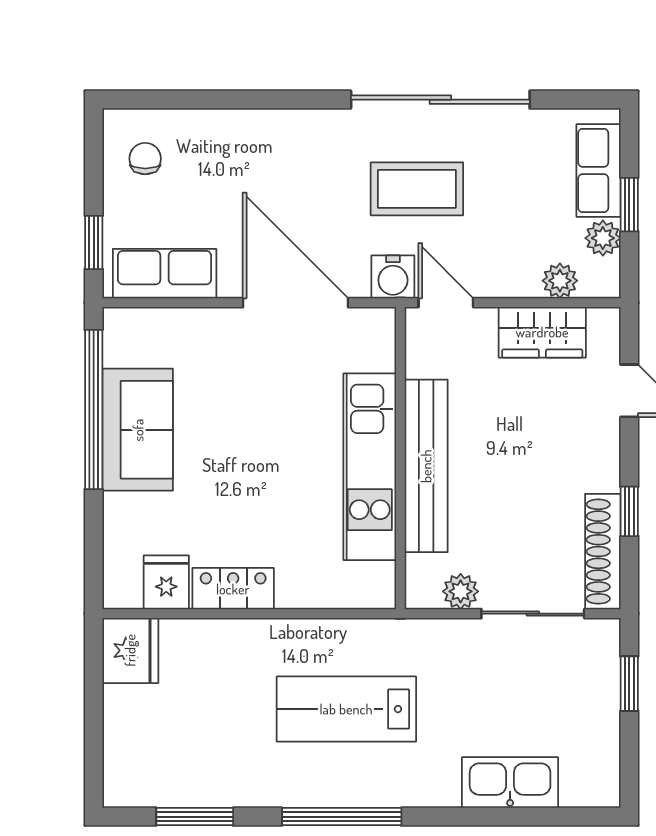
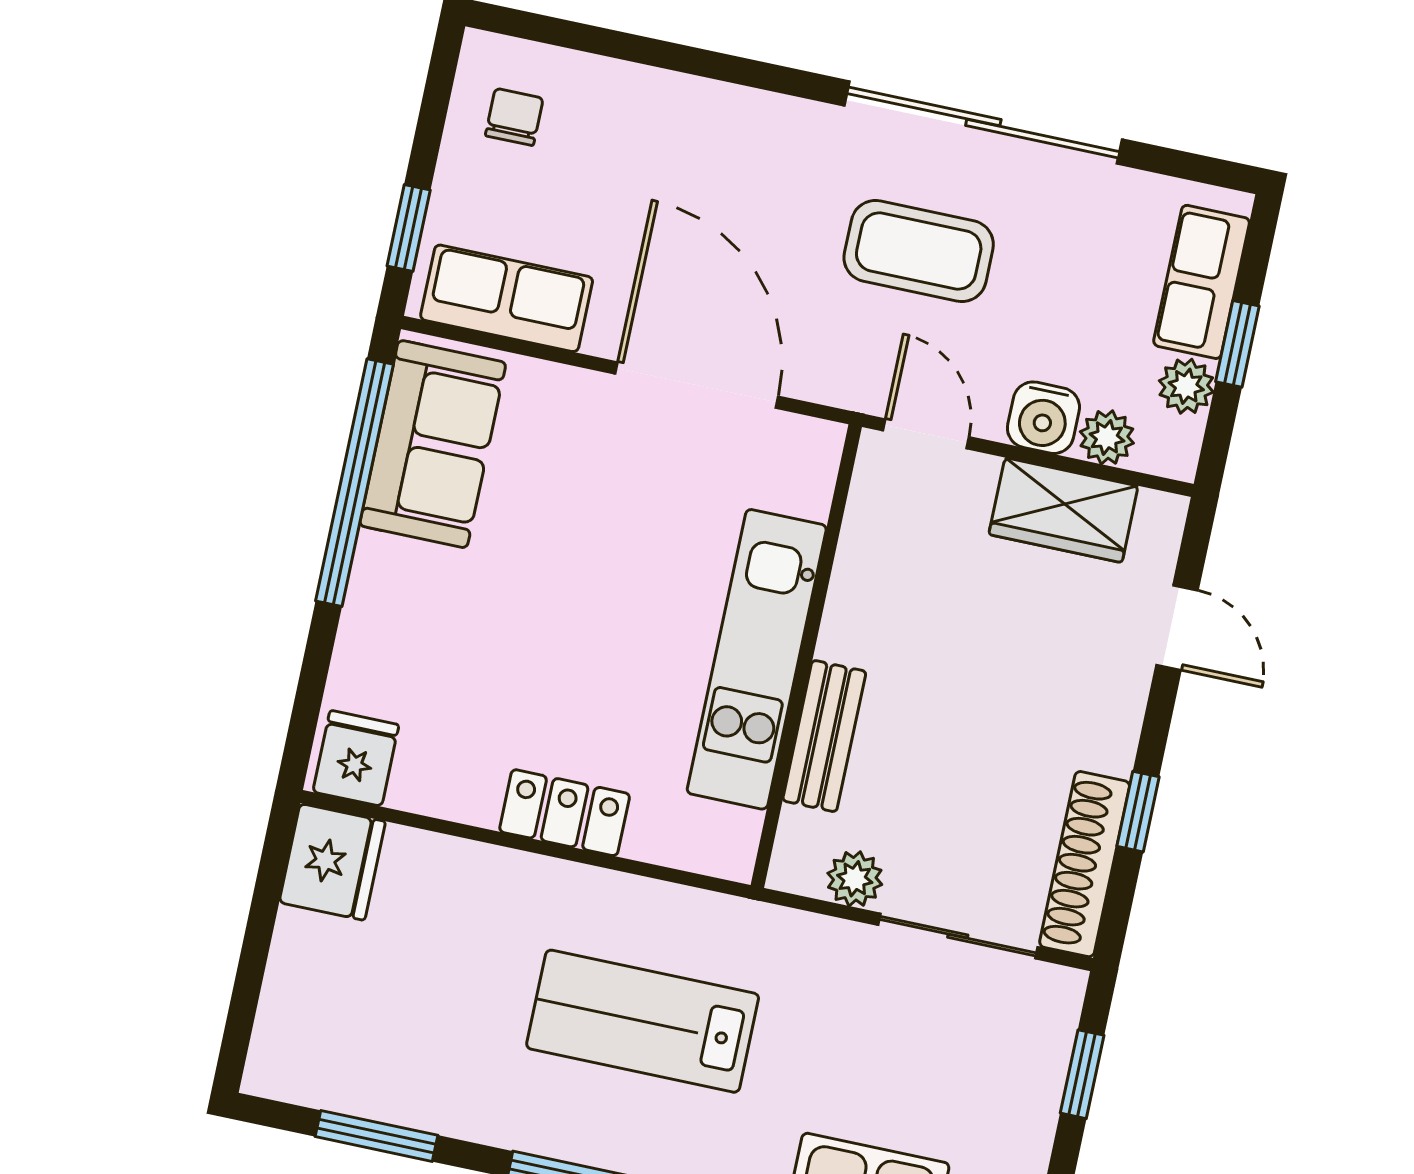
water cooler: (393, 277) -> (1043, 418), moved
sofa: (138, 430) -> (433, 444), moved
bench: (426, 466) -> (824, 736), width x0.54, depth x0.82
fridge: (166, 582) -> (356, 758), moved
locker: (233, 589) -> (565, 813), moved

